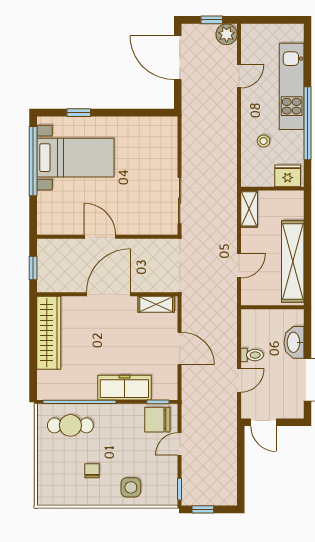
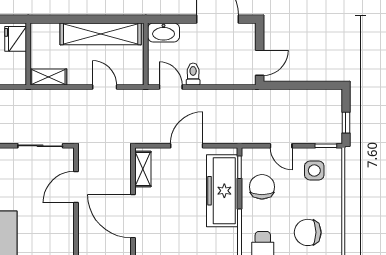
door: (100, 237) -> (76, 187), moved
washbasin: (294, 342) -> (164, 32), moved
door: (239, 380) -> (171, 87), moved
freezer: (124, 388) -> (222, 191), width x1.36, depth x1.26
chair: (157, 420) -> (262, 187), moved, turned 180
chair: (92, 471) -> (308, 232), width x1.87, depth x1.87
side table: (131, 487) -> (314, 171), moved

